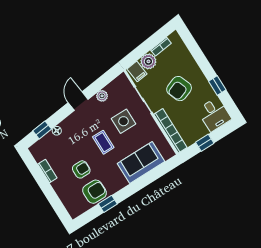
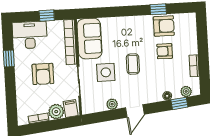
armchair: (179, 89) -> (43, 74), turned 111
desk: (214, 114) -> (30, 35), width x1.37
plant: (42, 144) -> (186, 91), added
sofa: (141, 163) -> (89, 39), moved, turned -90
armchair: (94, 192) -> (164, 26), turned 180

